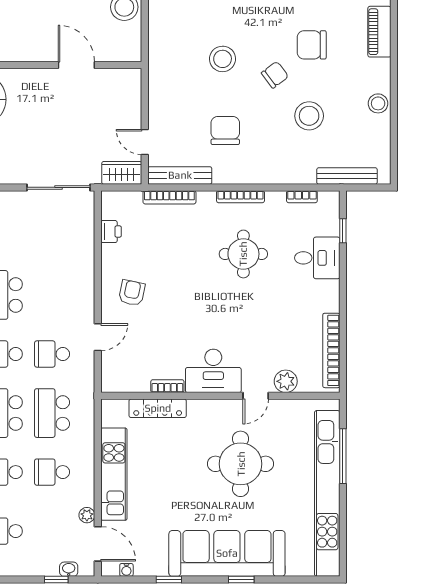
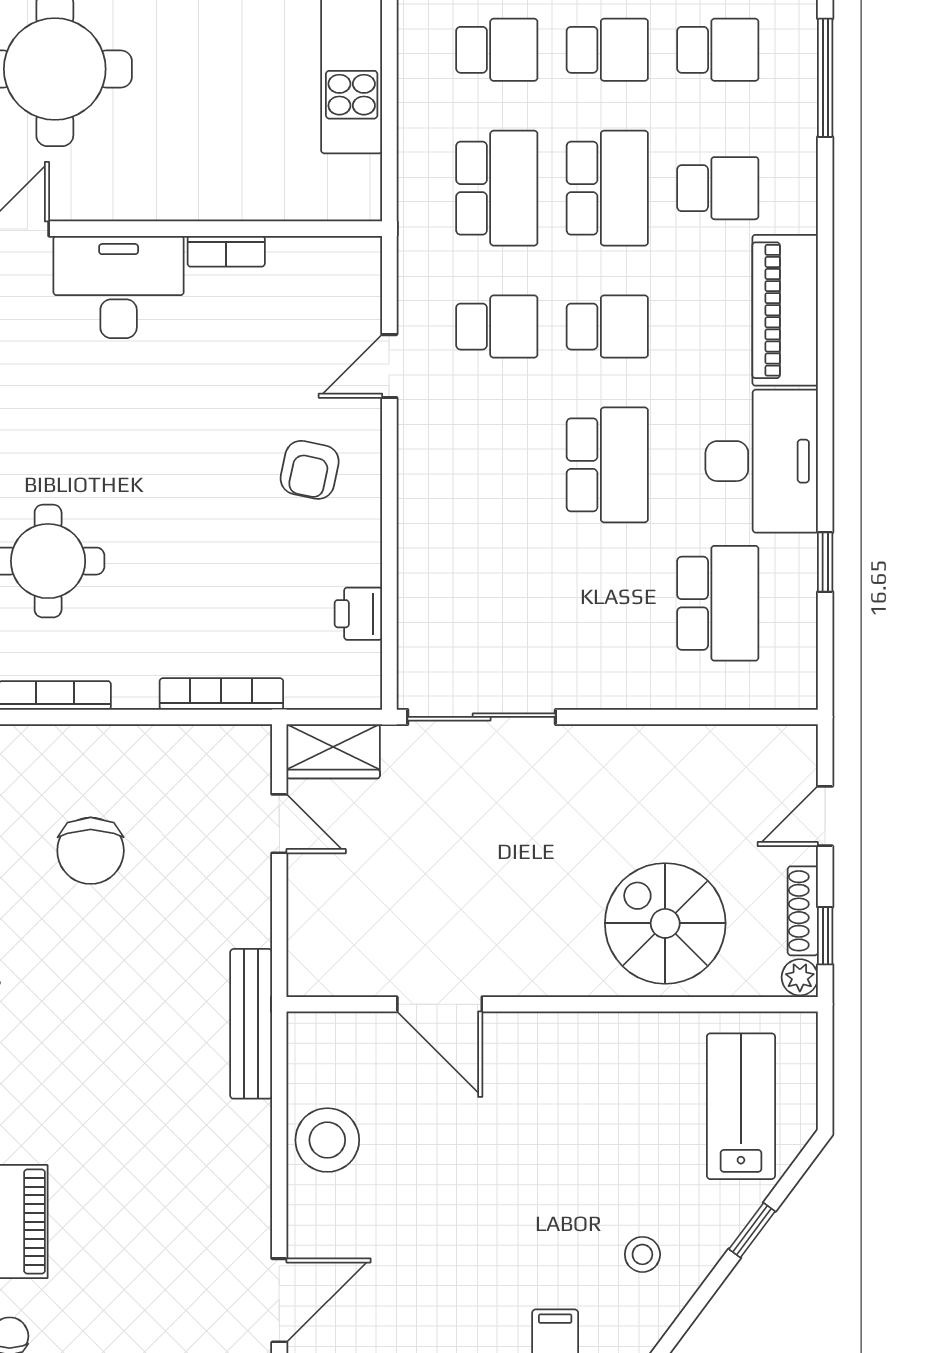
stool: (223, 59) -> (97, 1018), removed
bench: (180, 175) -> (251, 1024), moved, turned 90
locker: (158, 408) -> (249, 199), removed

